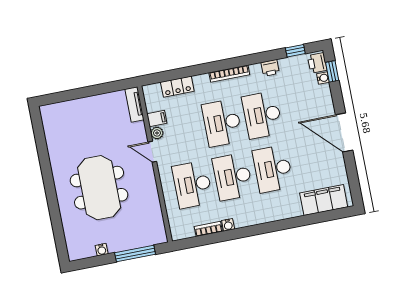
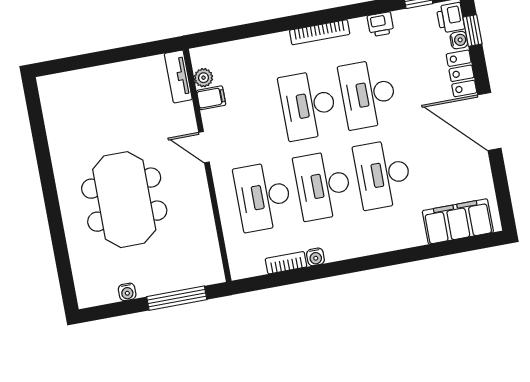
locker: (177, 87) -> (461, 73), moved, turned 90
plant: (157, 133) -> (203, 78), moved

